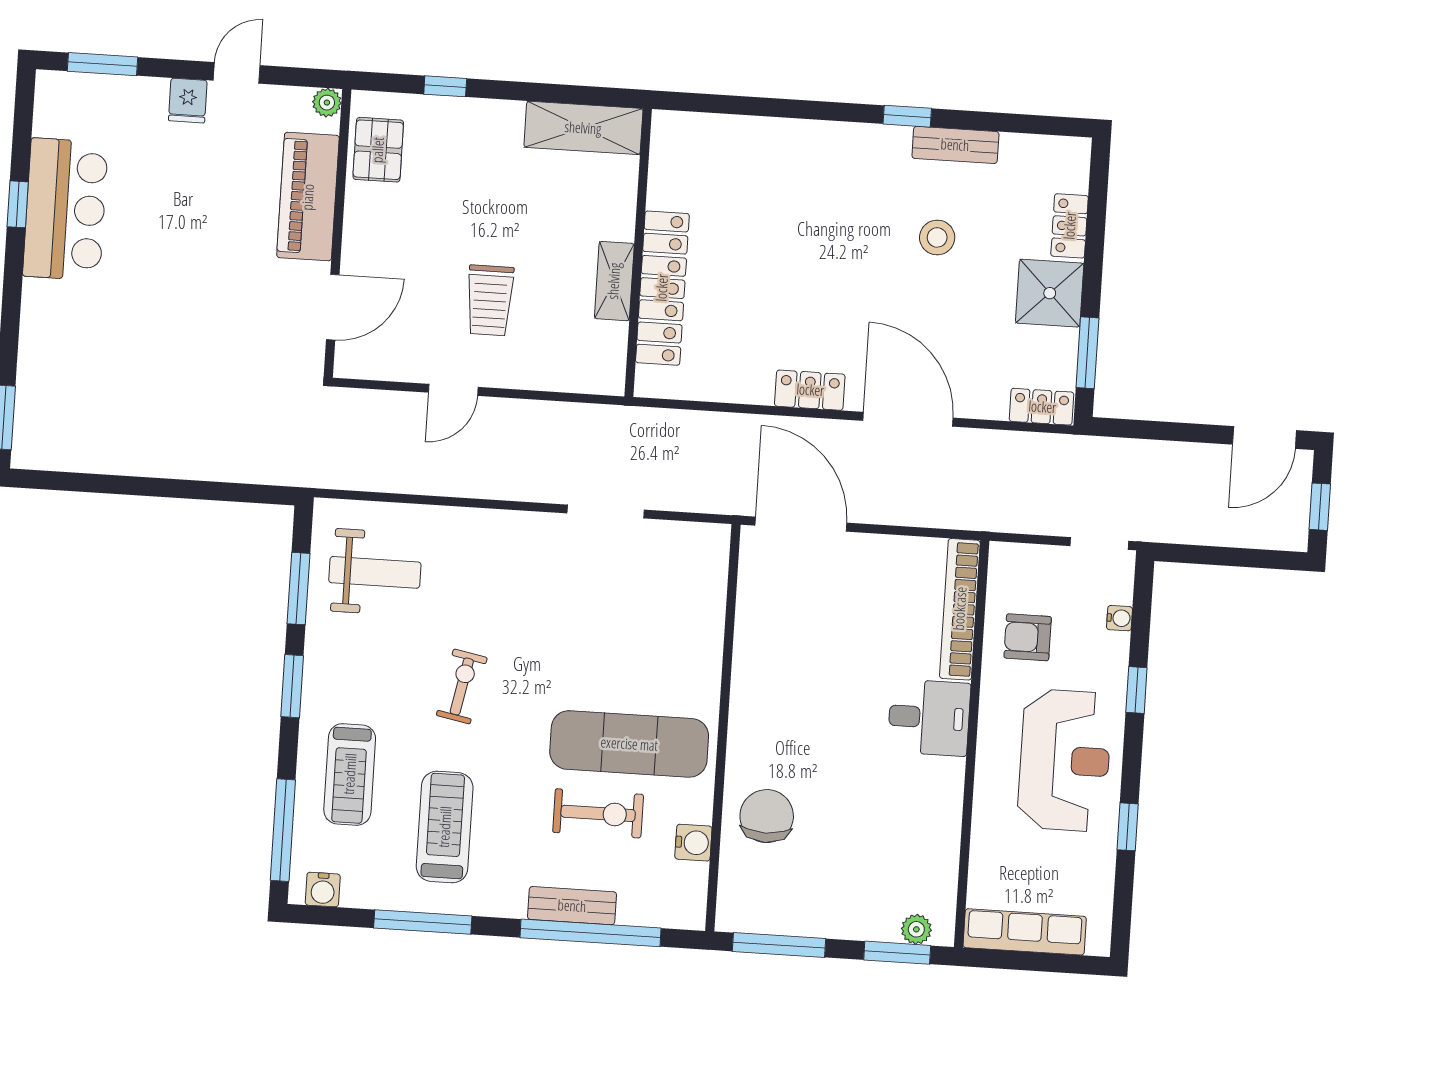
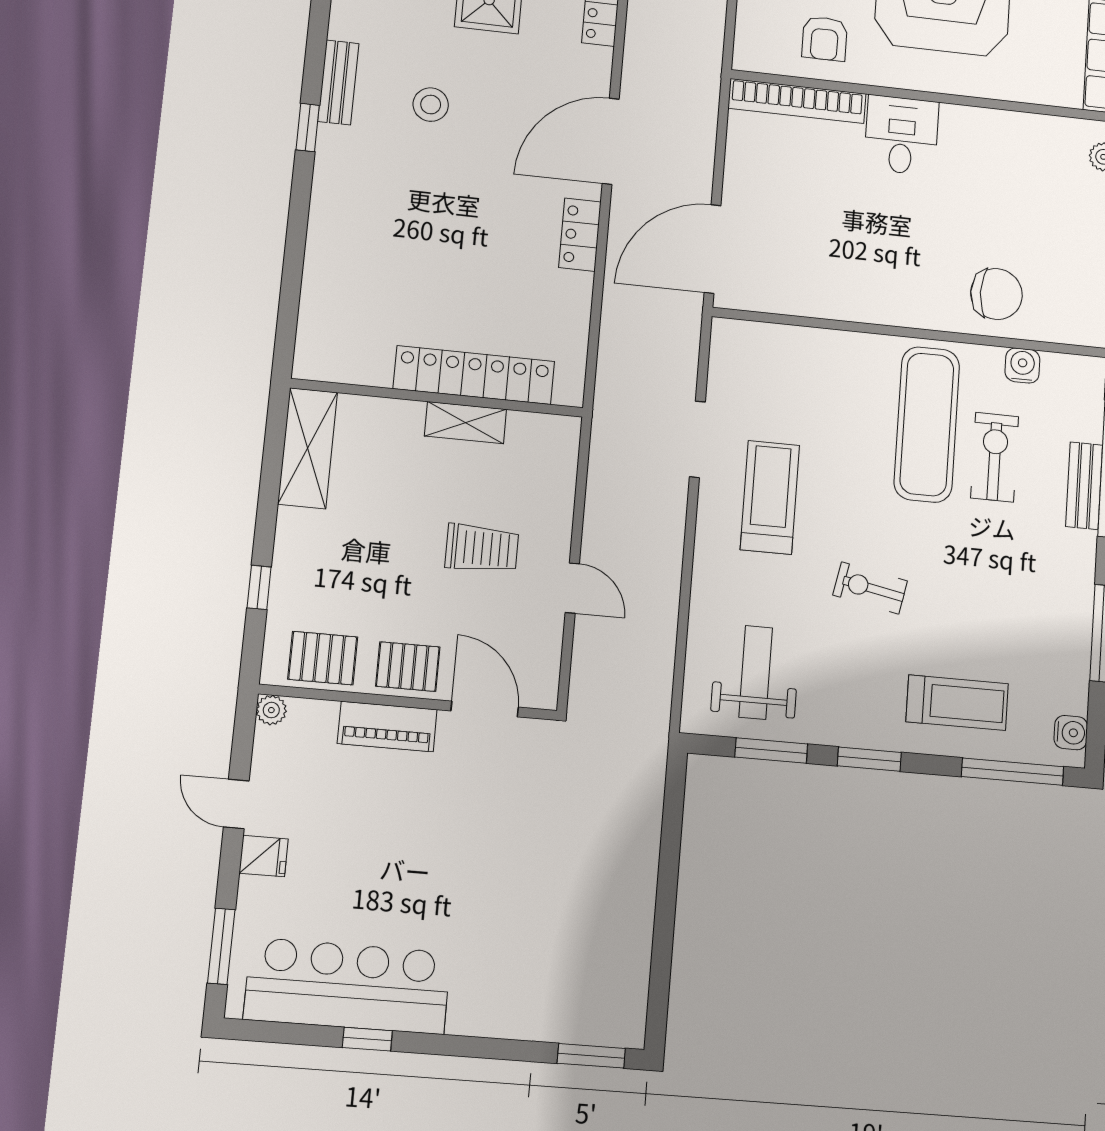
piano: (308, 197) -> (387, 727), width x0.73, depth x0.75
bar counter: (65, 209) -> (348, 986), width x1.36
pallet: (372, 232) -> (408, 667), added
chair: (767, 816) -> (996, 294), turned 180
treadmill: (445, 827) -> (770, 497), moved, turned 90

